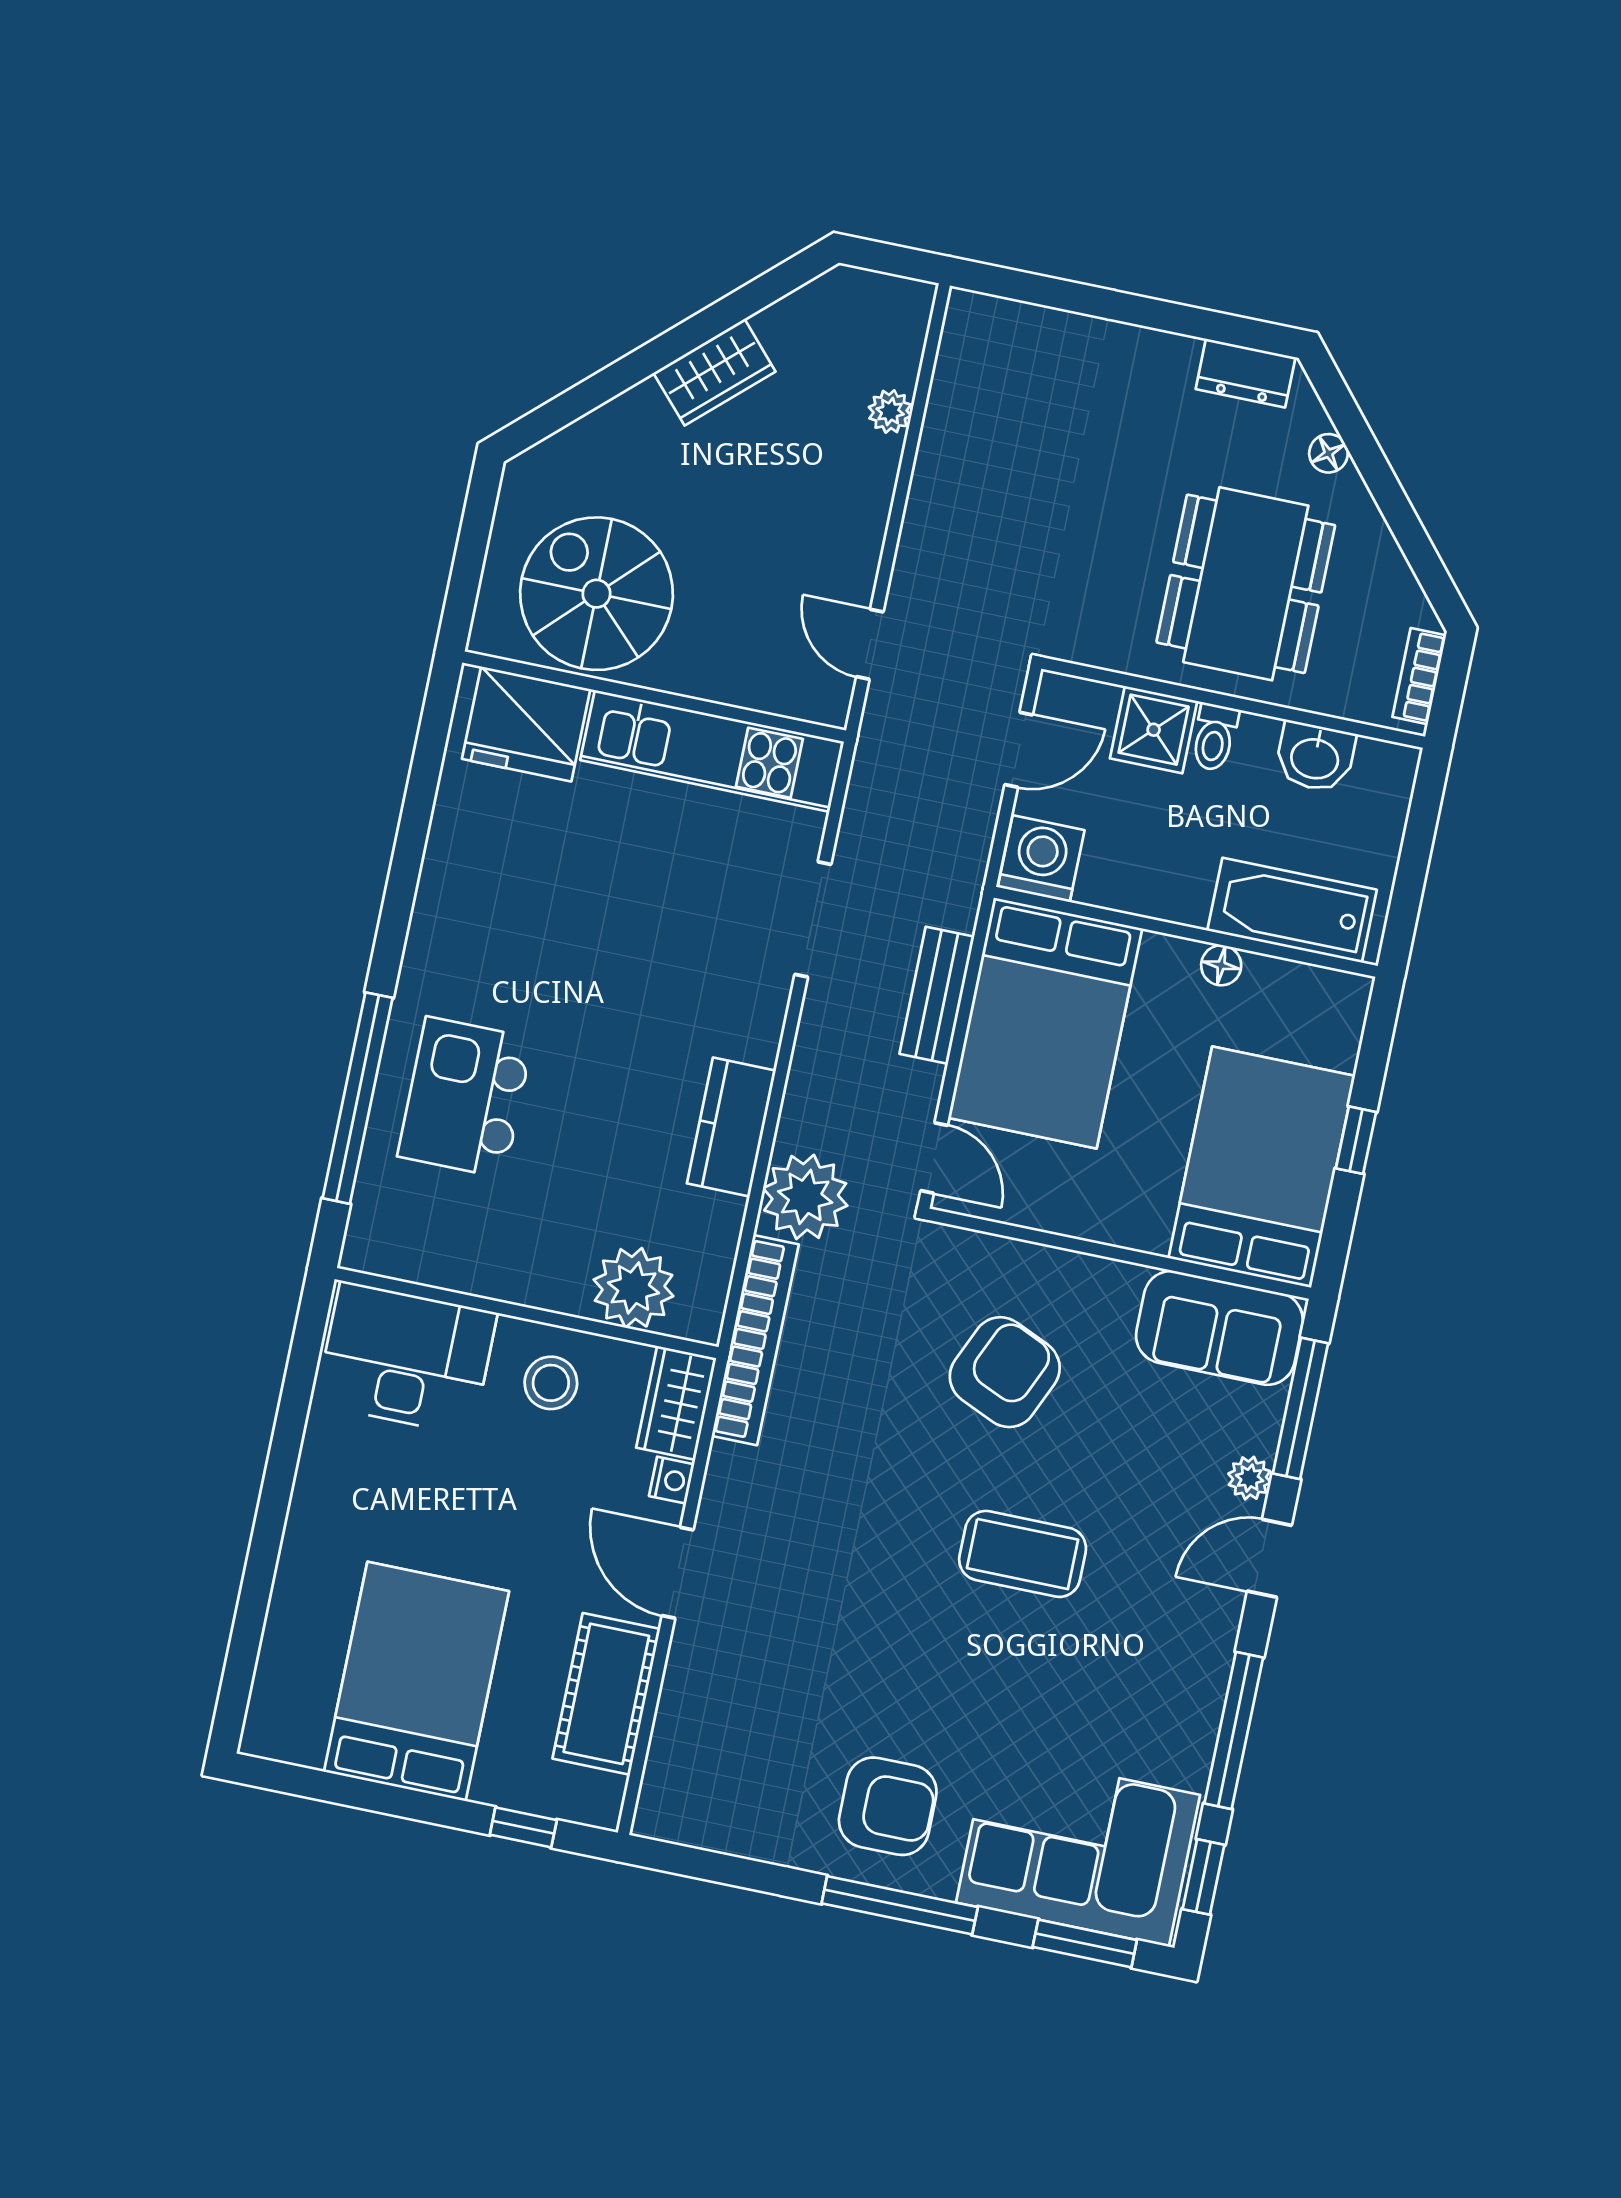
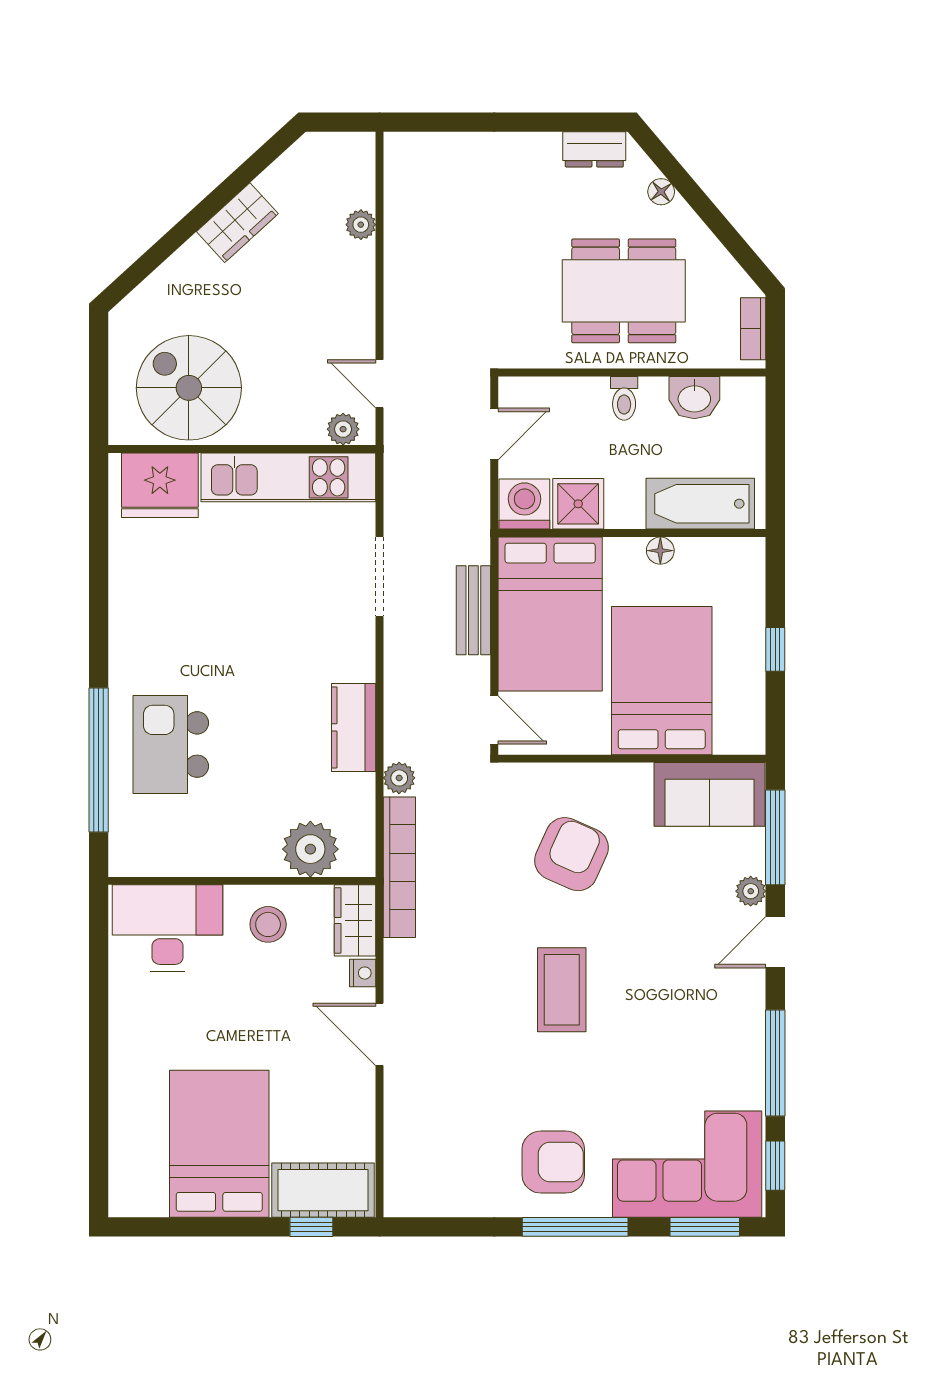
dining table: (1246, 584) -> (624, 291), turned 90
plant: (804, 698) -> (343, 429), added
shower: (1154, 730) -> (578, 504), moved
bed: (1262, 1167) -> (662, 681), moved
plant: (805, 1197) -> (399, 778), width x0.53, depth x0.53
coffee table: (1023, 1554) -> (562, 990), moved, turned 90
cot: (606, 1694) -> (323, 1190), moved, turned 90

